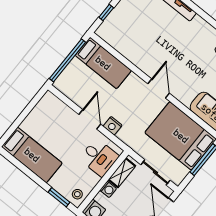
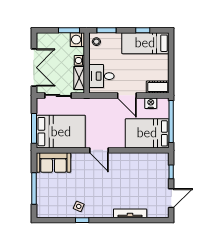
bed: (103, 63) -> (147, 133), width x1.50
cot: (54, 104) -> (158, 87), added
nightstand: (113, 126) -> (151, 103), moved
window: (24, 169) -> (143, 30), added

